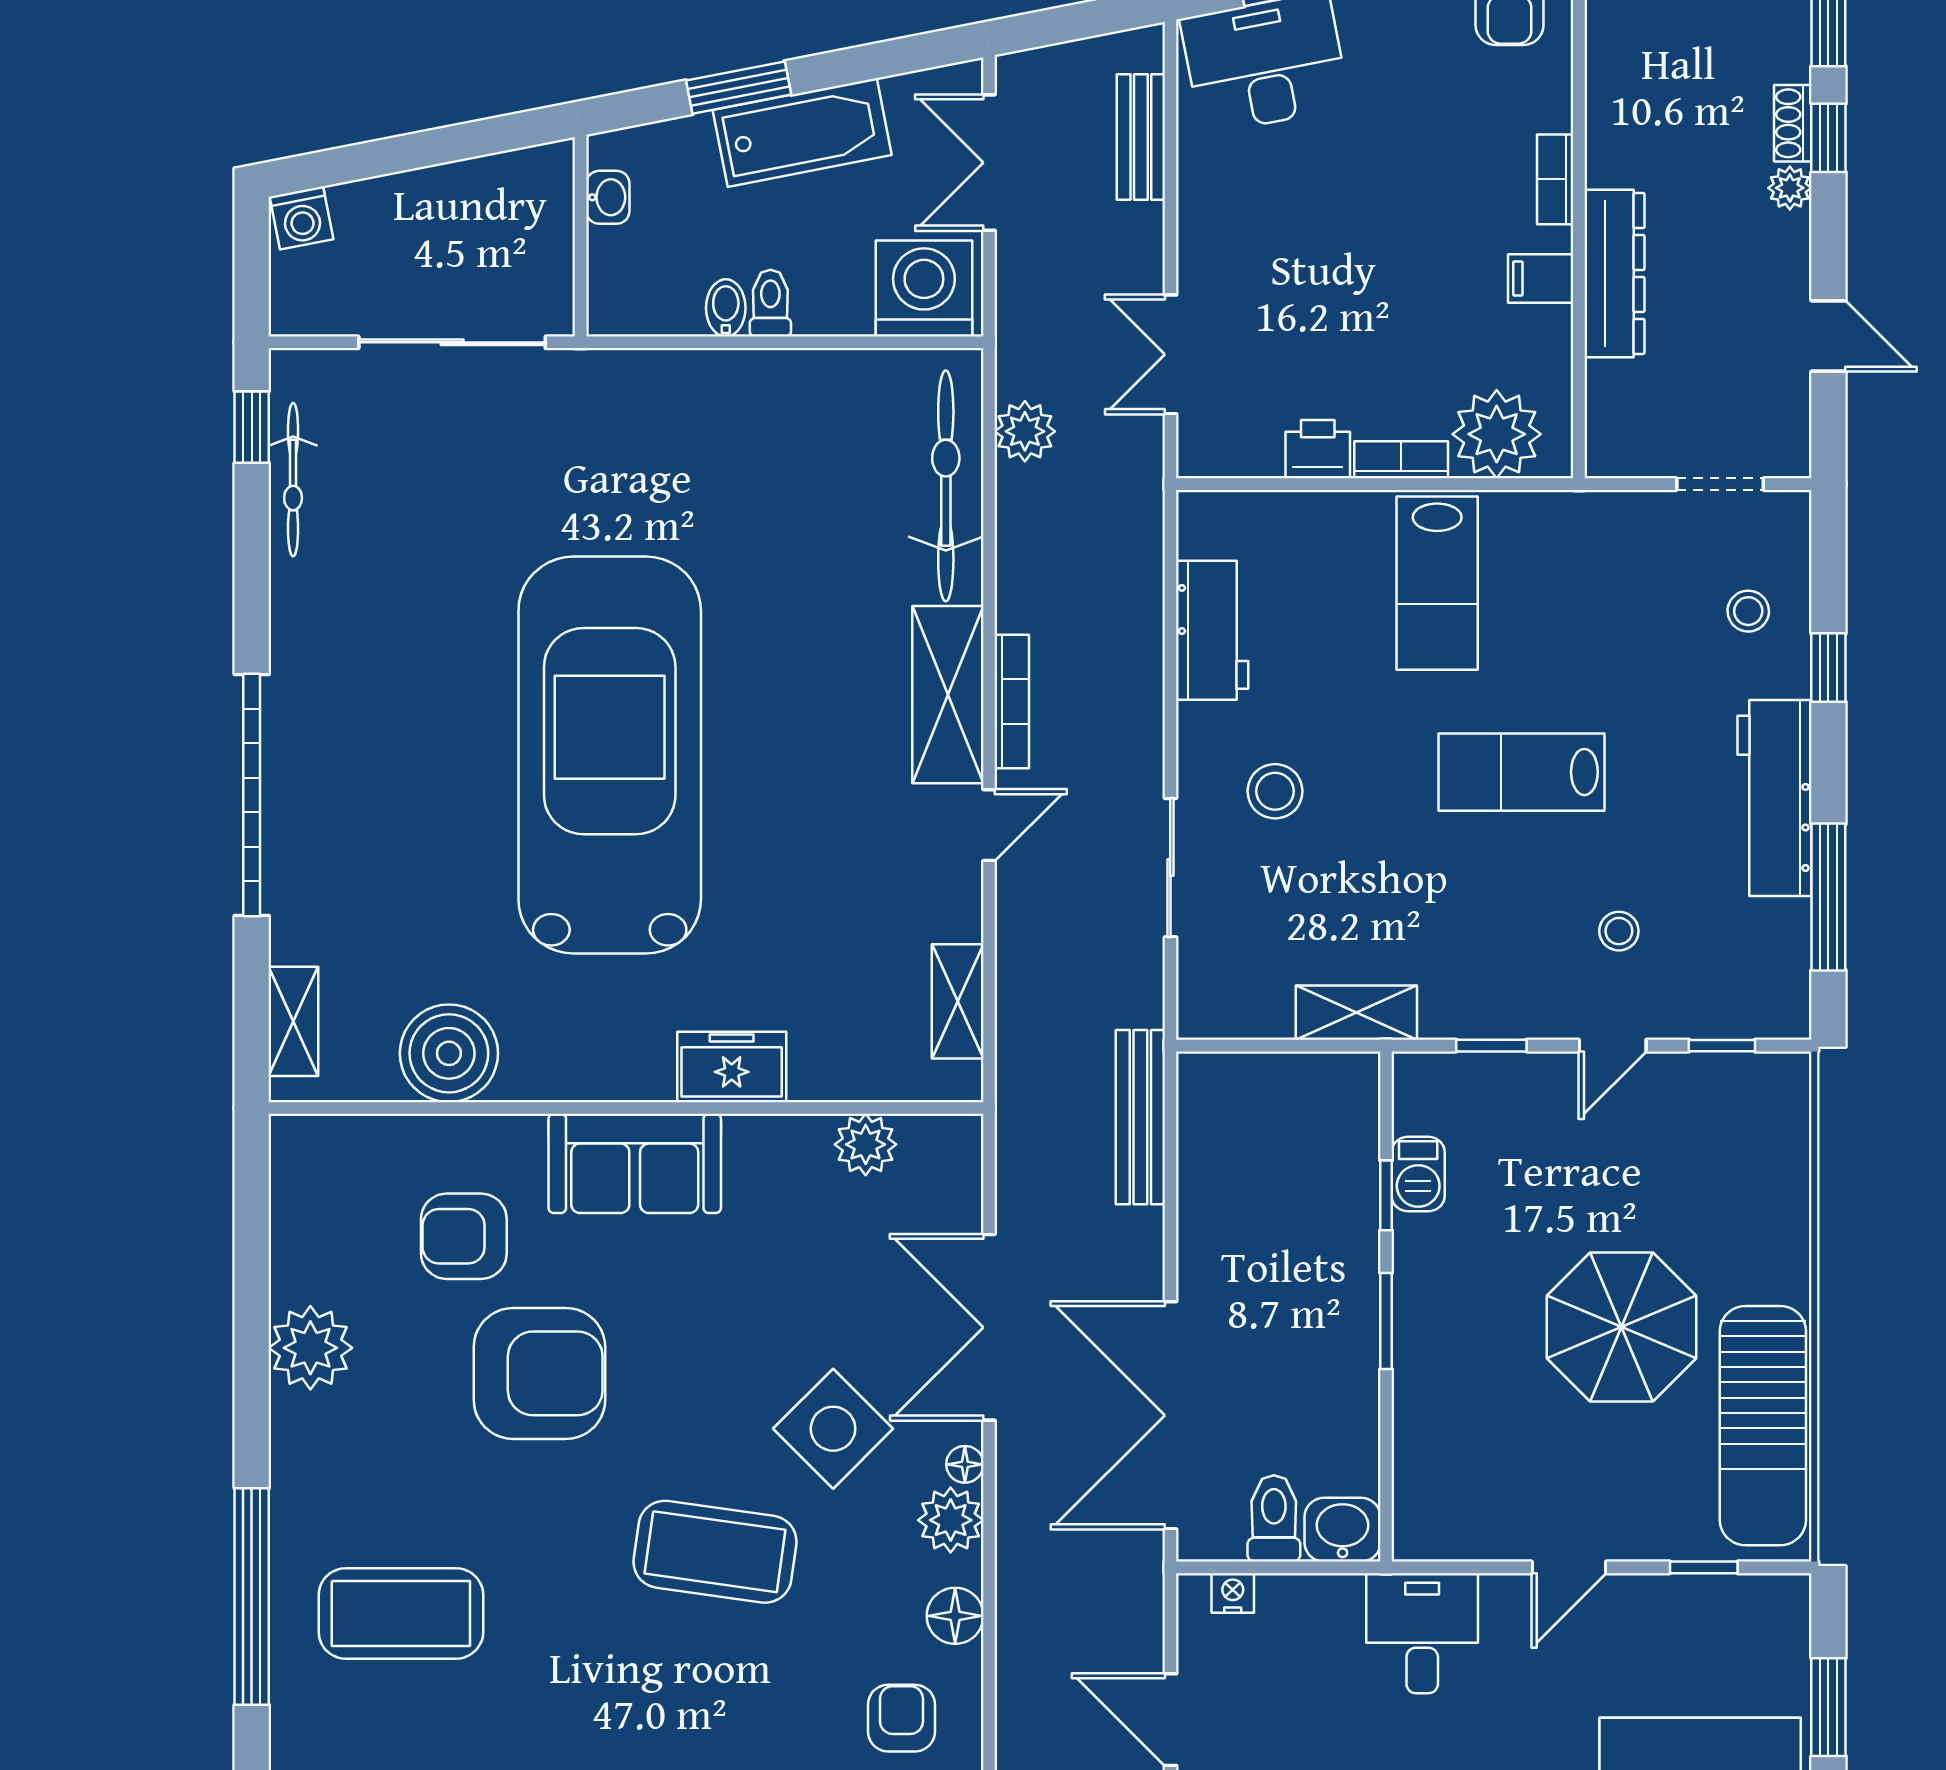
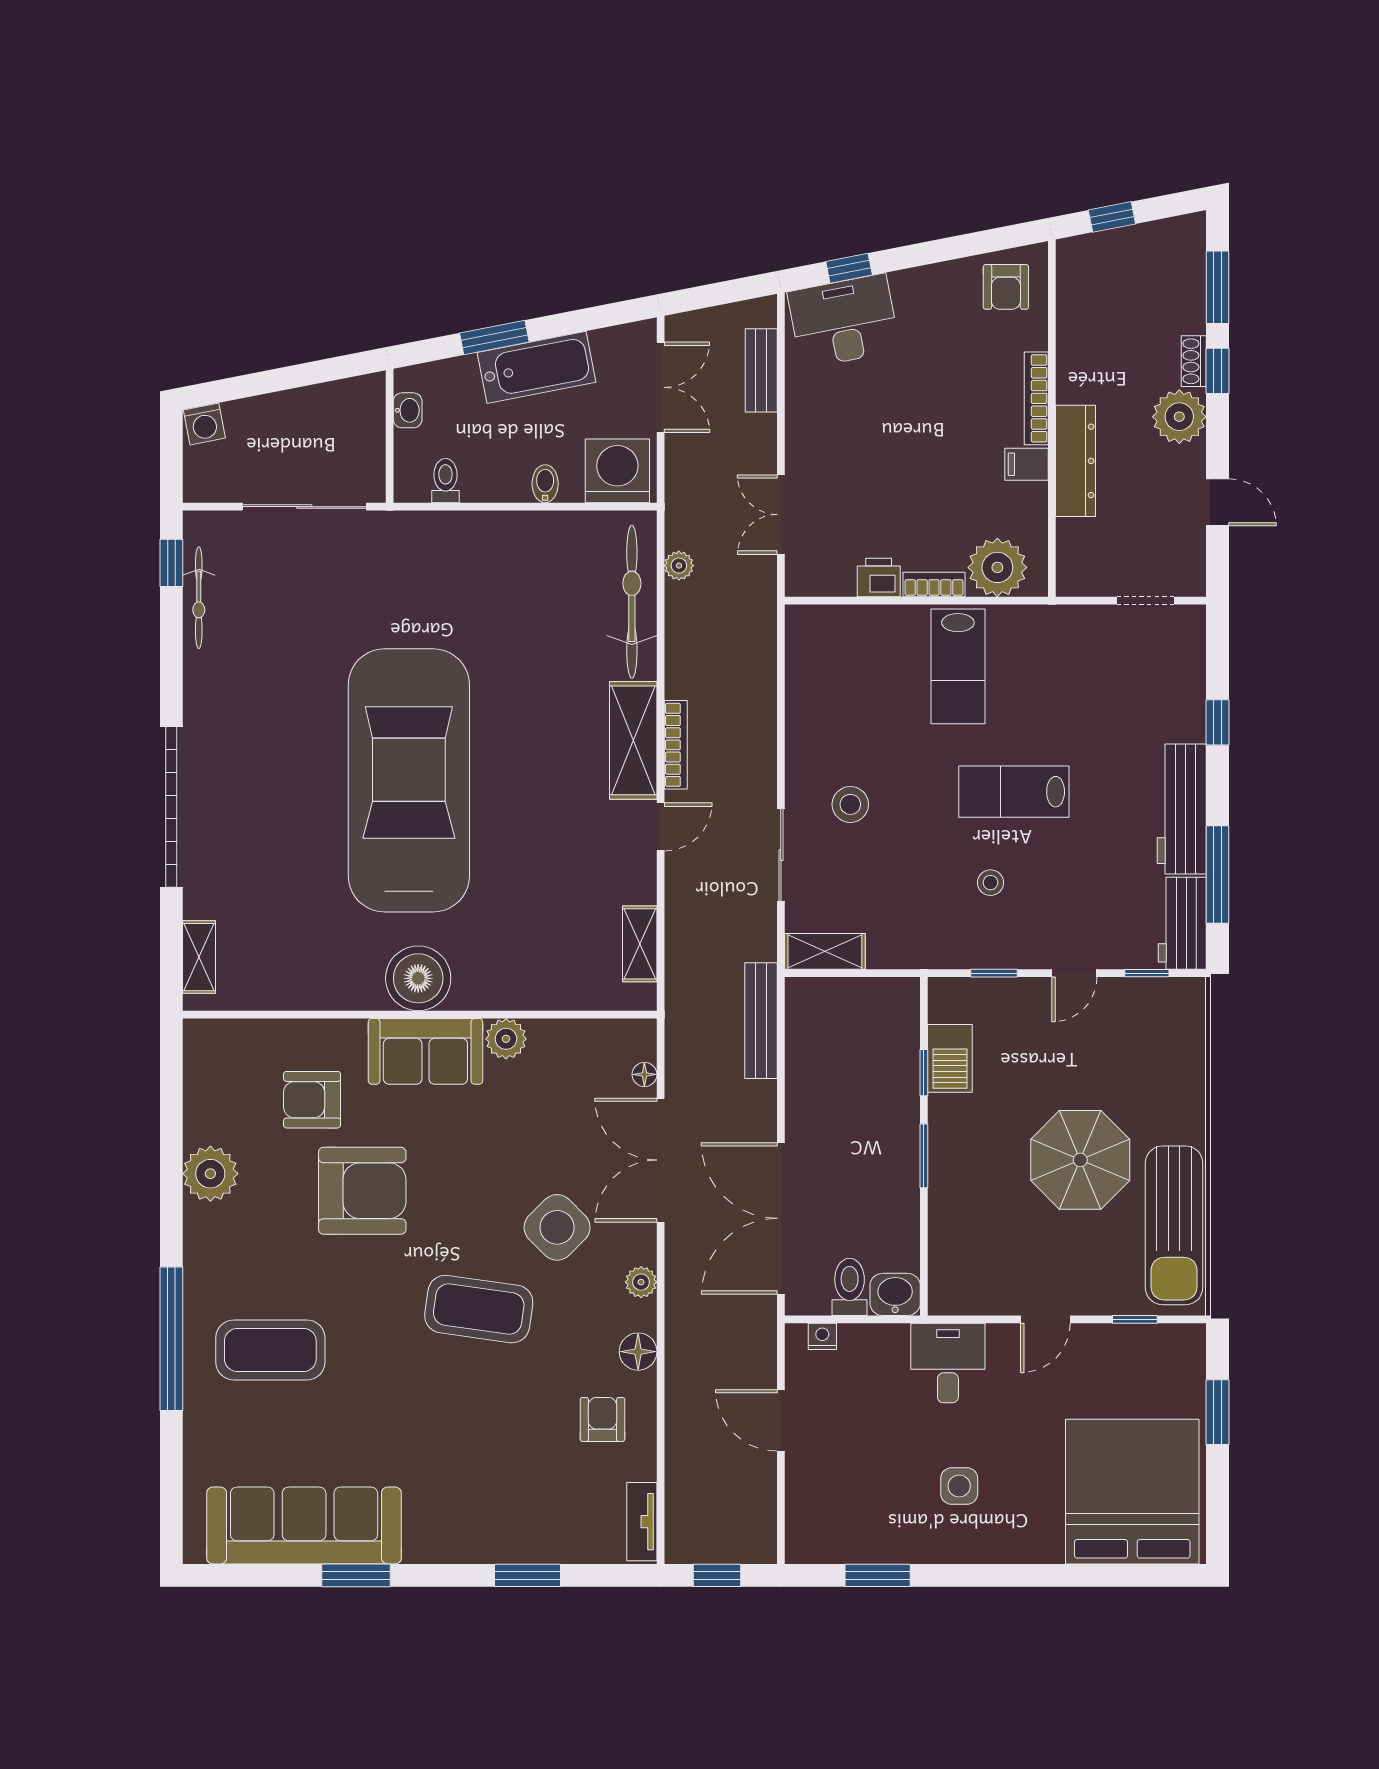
double door: (989, 163) -> (661, 387), swing flipped
bookcase: (1555, 179) -> (1036, 398), width x1.56
plant: (1790, 188) -> (1179, 417), width x1.87, depth x1.87
toilet: (770, 303) -> (445, 481), moved
bidet: (726, 308) -> (545, 484), moved
plant: (1025, 431) -> (679, 566), width x0.73, depth x0.73
stool: (1748, 611) -> (1164, 685), removed
workbench: (1212, 630) -> (1182, 923), moved, turned 180
stool: (1619, 931) -> (990, 883), moved
shelving: (1356, 1013) -> (825, 951), moved
boiler: (449, 1053) -> (418, 978), moved
freezer: (732, 1067) -> (490, 987), removed
plant: (866, 1144) -> (506, 1039), moved
barbecue: (1418, 1174) -> (950, 1058), width x1.38, depth x1.27
floor lamp: (965, 1464) -> (644, 1074), moved
plant: (951, 1520) -> (641, 1282), width x0.73, depth x0.73

